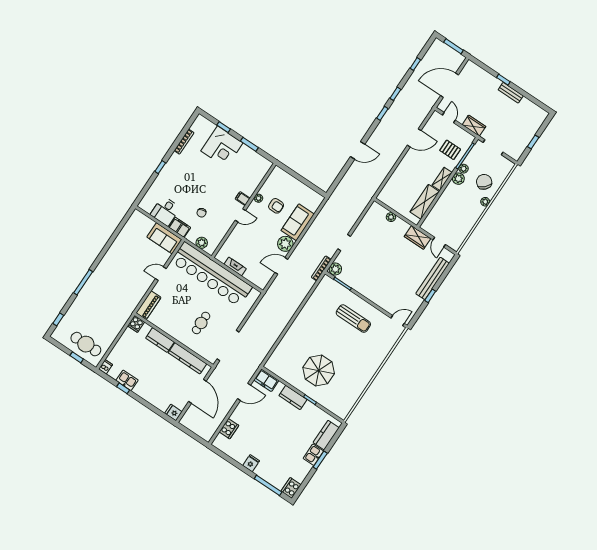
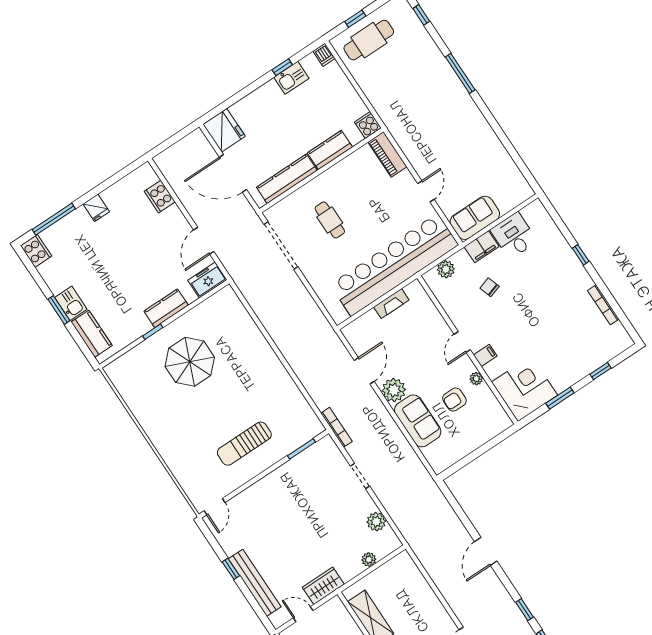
corner desk: (222, 147) -> (524, 389), moved, turned 90
plant: (335, 269) -> (376, 522), moved
fridge: (173, 413) -> (224, 130), width x1.88, depth x1.34

